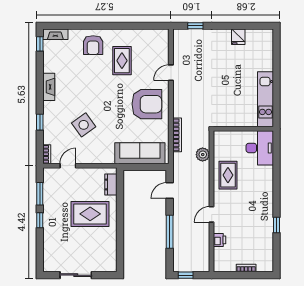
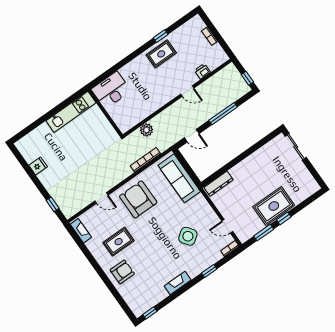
fireplace: (55, 34) -> (81, 231), moved
rug: (228, 175) -> (161, 54), moved
dresser: (111, 185) -> (219, 184), width x1.44
rug: (90, 214) -> (274, 206), moved, turned 90
sliding door: (76, 275) -> (296, 147), moved

